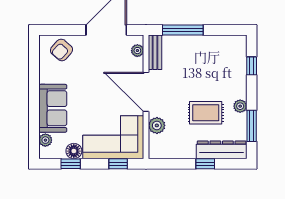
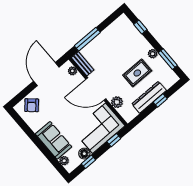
dresser: (222, 150) -> (149, 97), moved

